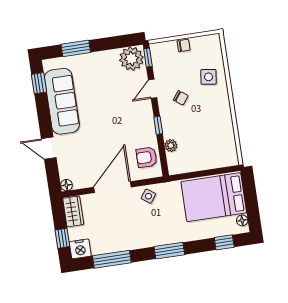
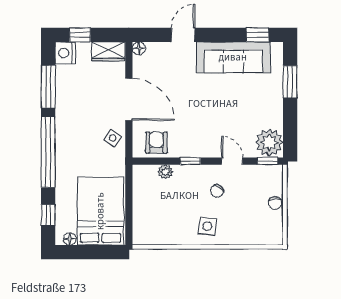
side table: (209, 77) -> (207, 226), moved
window: (169, 251) -> (48, 152), width x2.11

